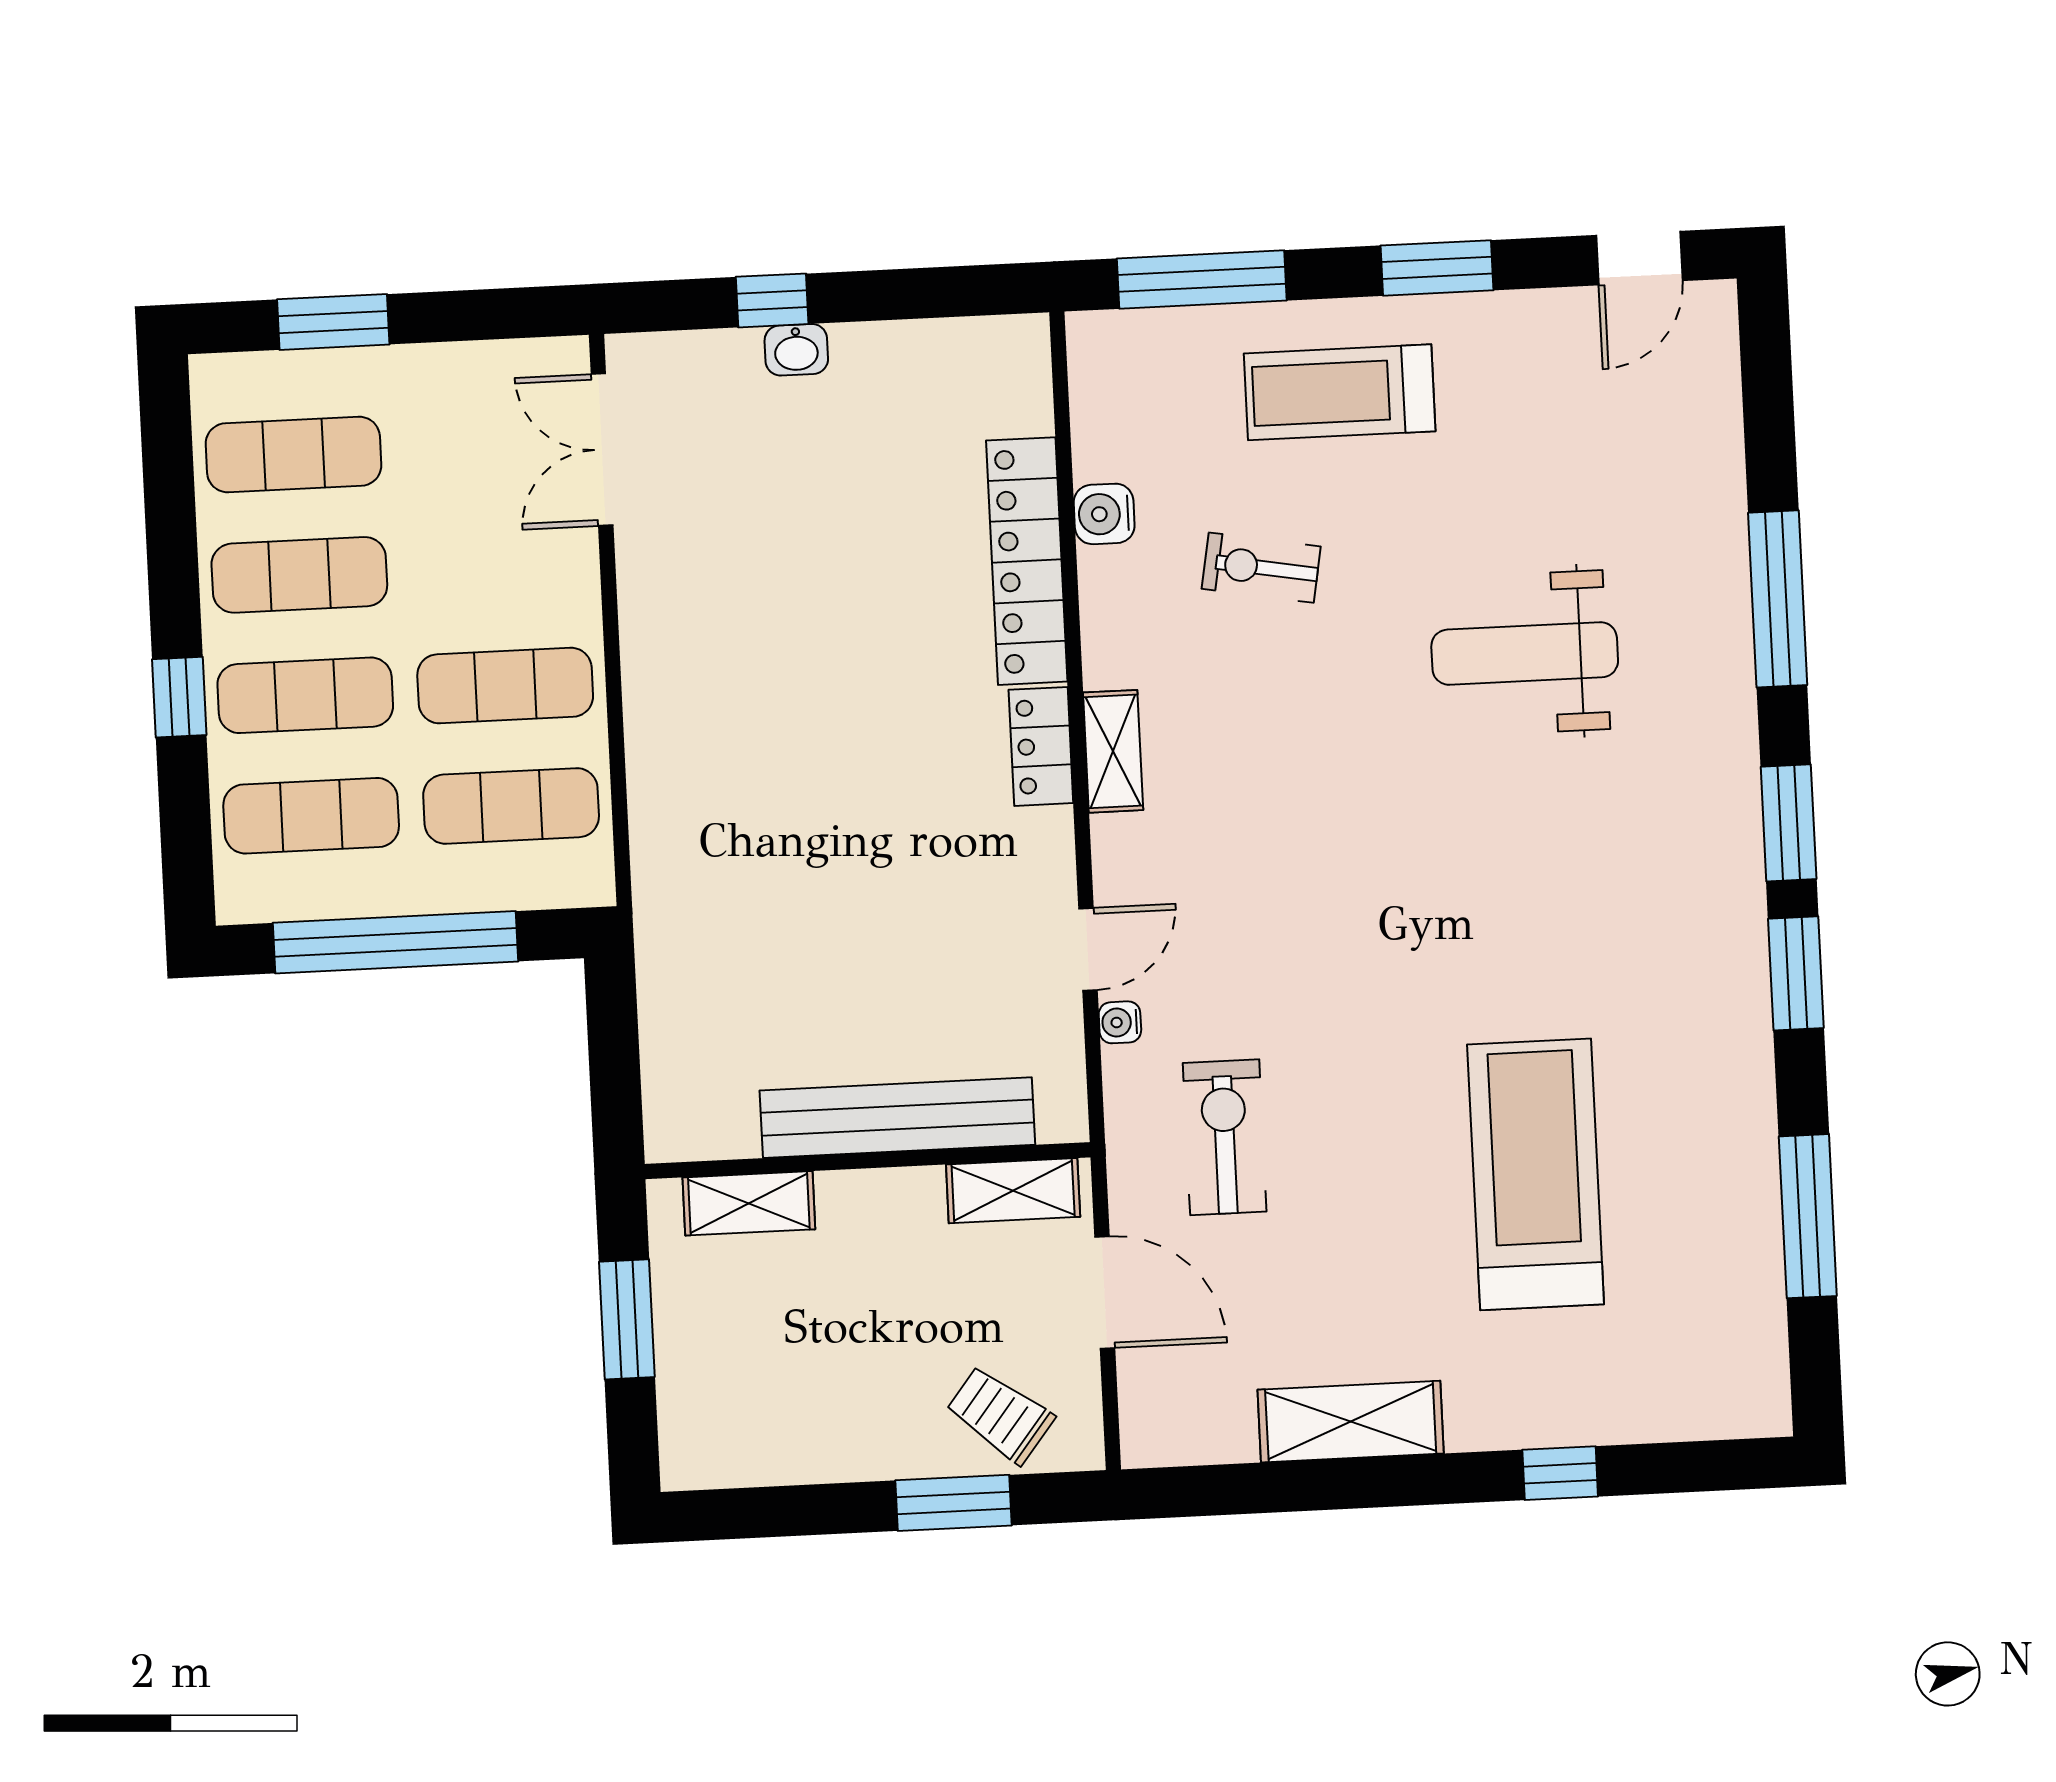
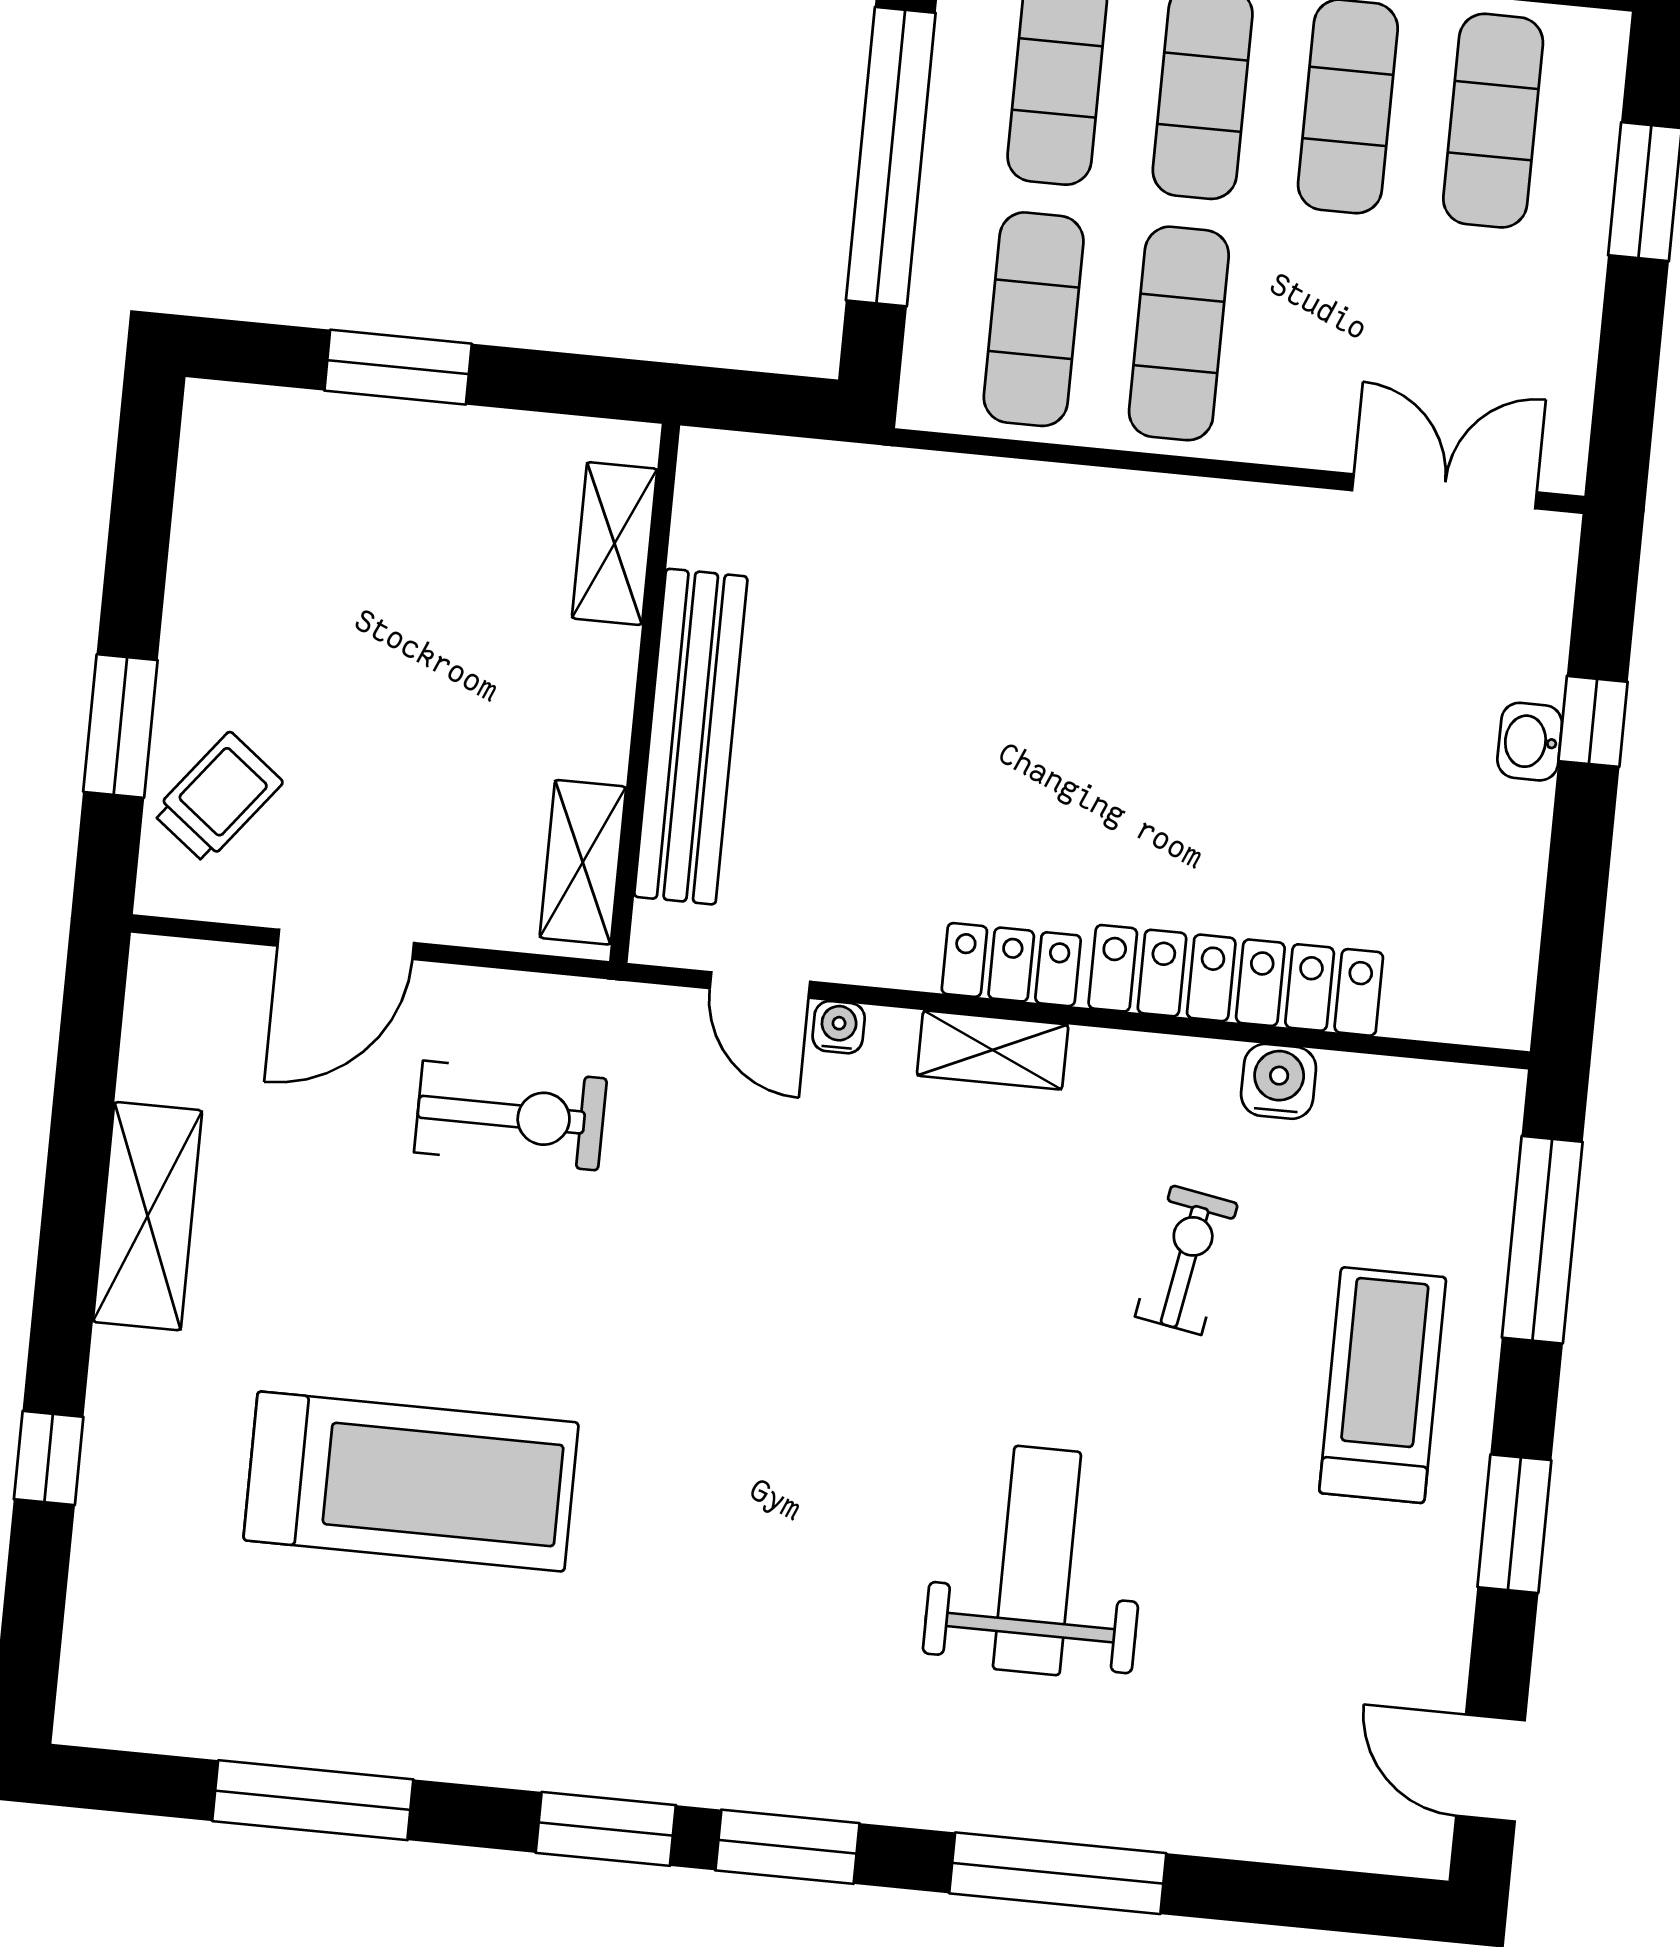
water cooler: (1120, 1022) -> (839, 1027), moved
bench: (897, 1118) -> (691, 737), moved
wall: (868, 1161) -> (645, 693), moved
shelving: (1013, 1191) -> (583, 862), moved
shelving: (749, 1203) -> (614, 544), moved

